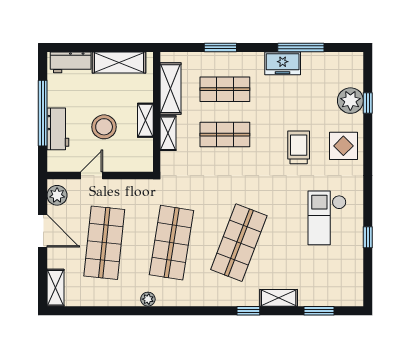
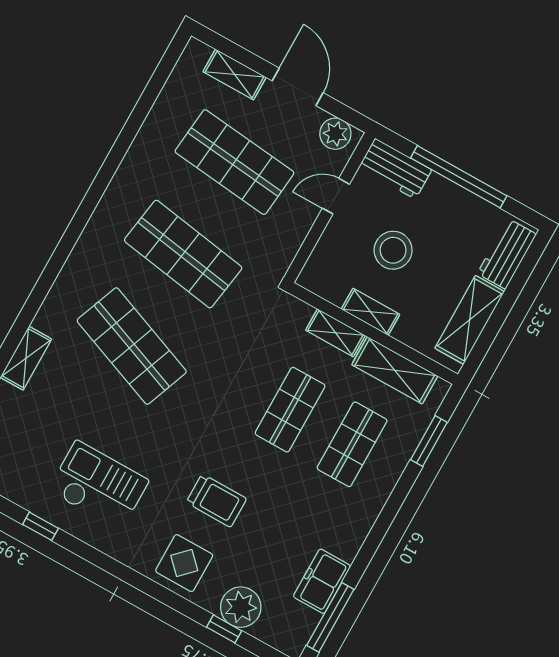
window: (220, 47) -> (429, 441), moved
window: (301, 47) -> (330, 617), moved
freezer: (283, 63) -> (322, 581), moved
workbench: (58, 129) -> (395, 169), moved
door: (92, 176) -> (336, 196), swing flipped
door: (43, 231) -> (298, 87), swing flipped
shelving: (55, 288) -> (235, 74), moved
plant: (148, 299) -> (124, 179), removed
window: (248, 311) -> (31, 307), removed

